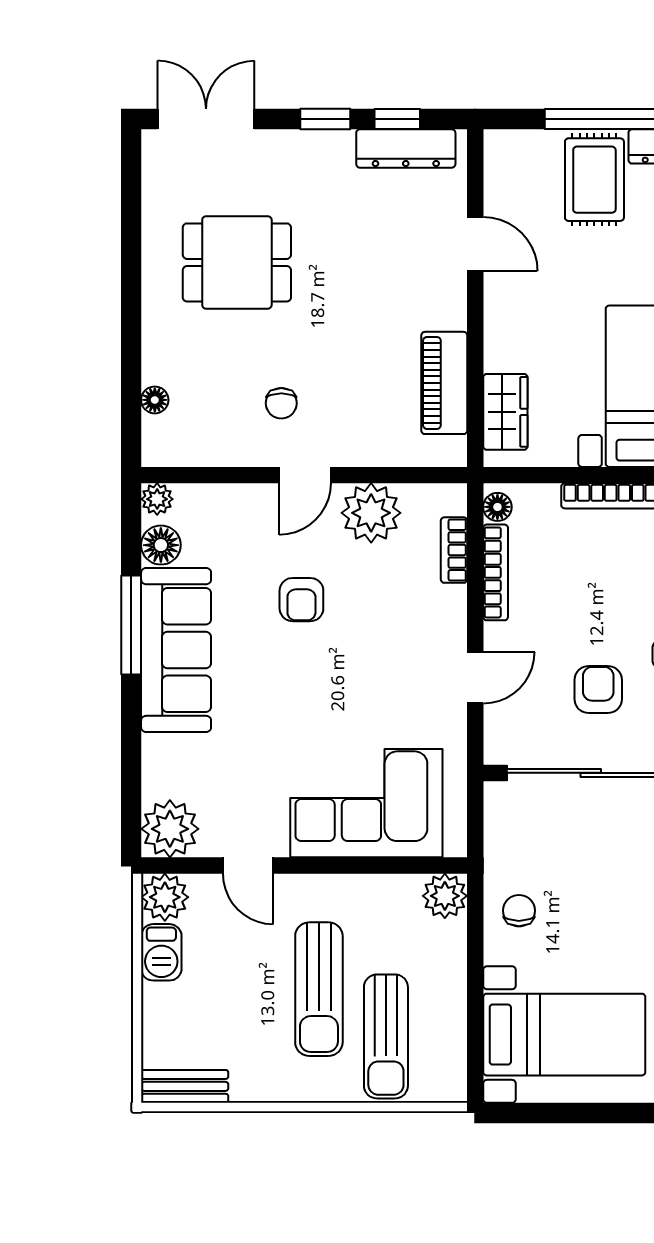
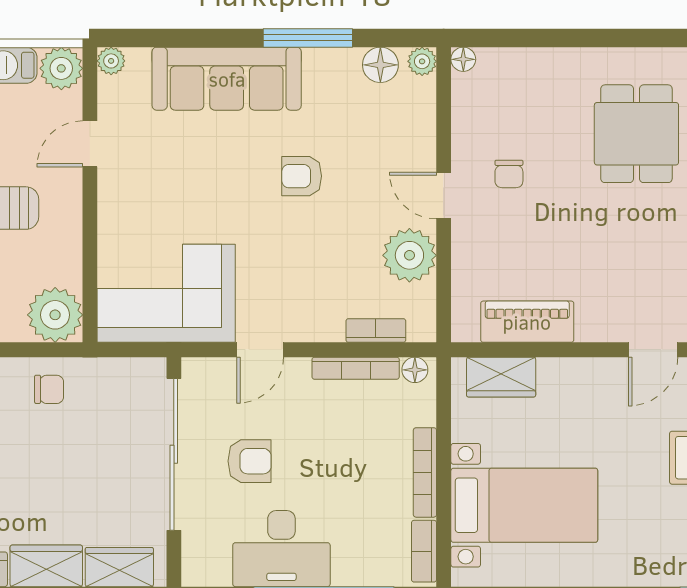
floor lamp: (155, 400) -> (463, 59), moved
chair: (281, 403) -> (509, 174), turned -90
armchair: (301, 600) -> (302, 176), moved
sofa: (176, 650) -> (227, 79), moved
door: (475, 678) -> (260, 350), hinge flipped
corner sofa: (366, 803) -> (166, 293), moved, turned -90
plant: (170, 829) -> (111, 61), width x0.53, depth x0.53
plant: (445, 896) -> (55, 315), width x1.36, depth x1.36

